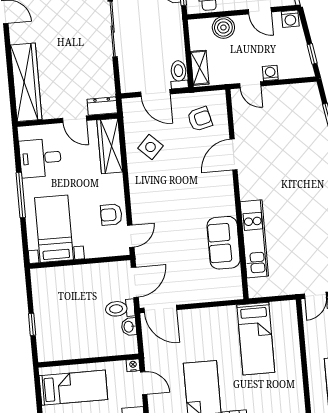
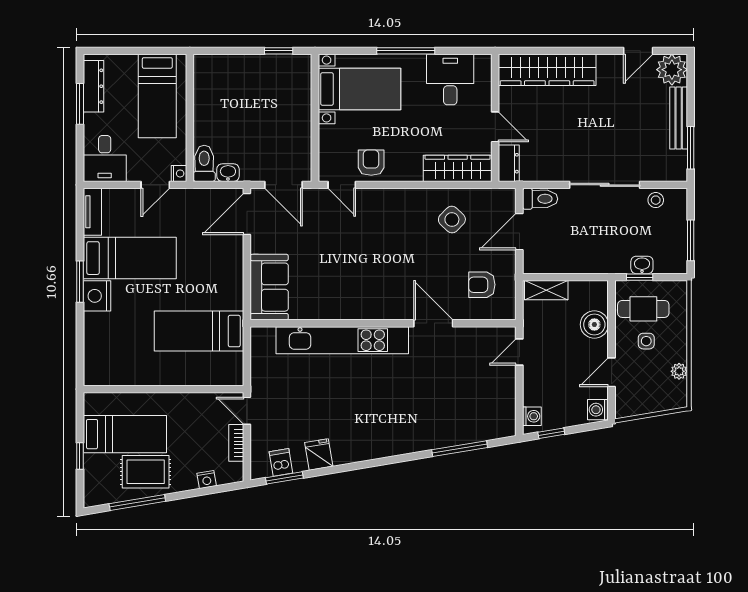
washing machine: (270, 73) -> (532, 416), moved
toilet: (179, 75) -> (540, 199), moved
door: (75, 119) -> (495, 127), swing flipped
armchair: (200, 119) -> (482, 285), turned 104
kitchen unit: (254, 239) -> (342, 340), width x1.36
sofa: (224, 243) -> (269, 287), moved, turned 90
toilet: (120, 309) -> (204, 163), moved
window: (32, 324) -> (279, 51), moved

